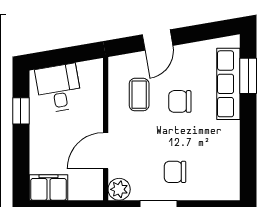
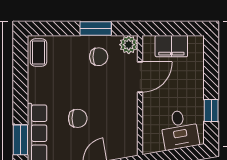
coffee table: (139, 95) -> (38, 53), moved
chair: (175, 172) -> (99, 57), moved
filing cabinet: (48, 188) -> (171, 46), moved

